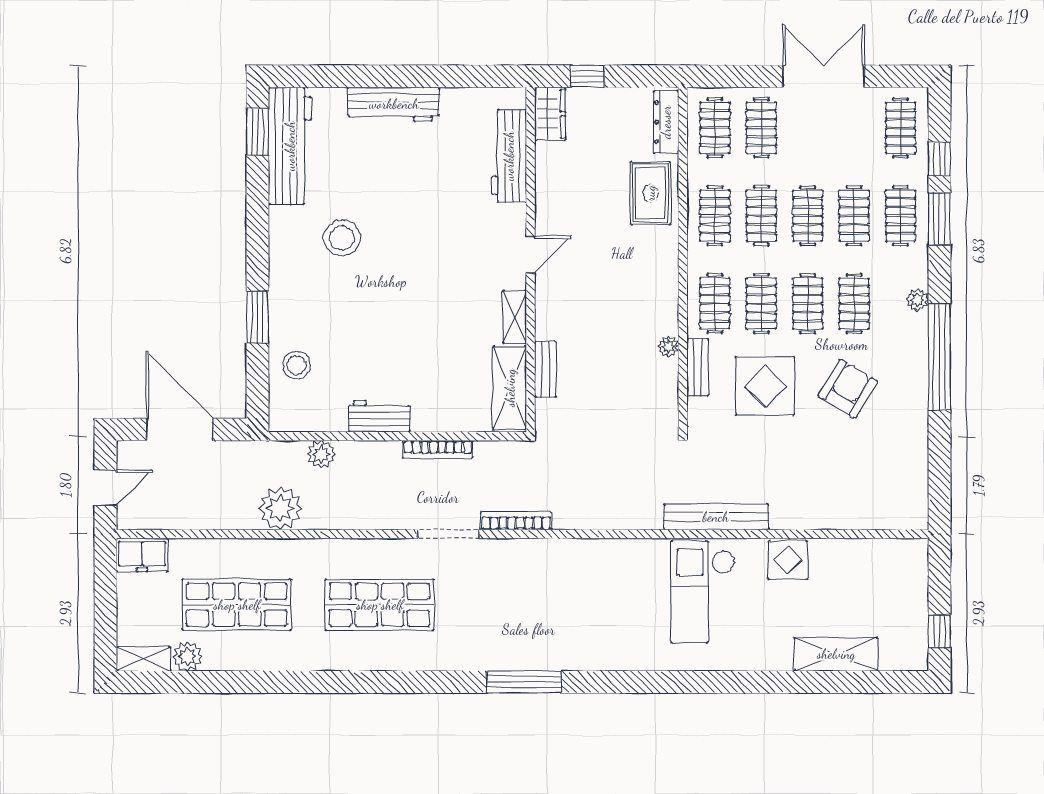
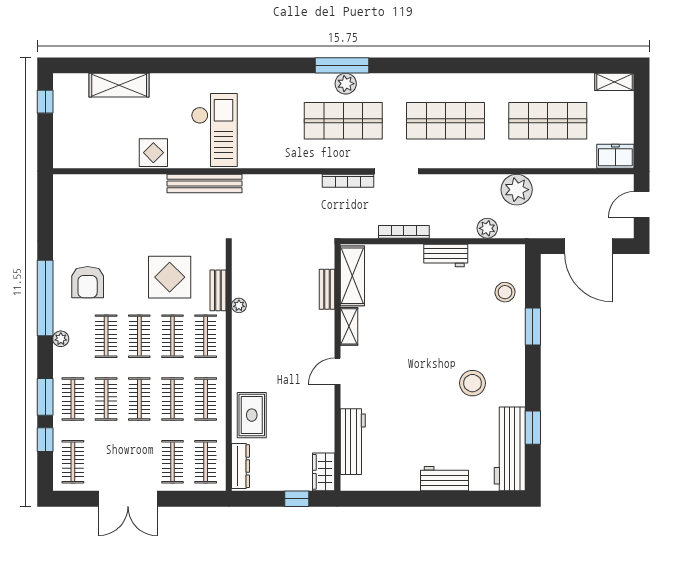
workbench: (394, 104) -> (444, 479), width x0.73
window: (258, 132) -> (533, 428), moved
armchair: (848, 388) -> (88, 282), moved, turned -31
shop shelf: (522, 605) -> (343, 121), added
plant: (188, 656) -> (346, 84), moved

